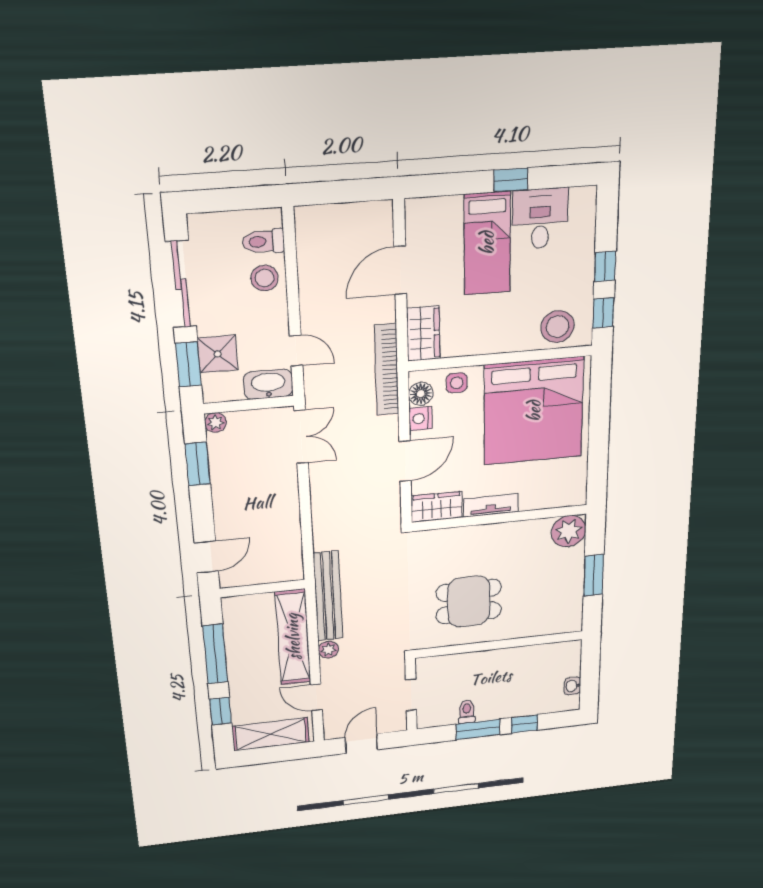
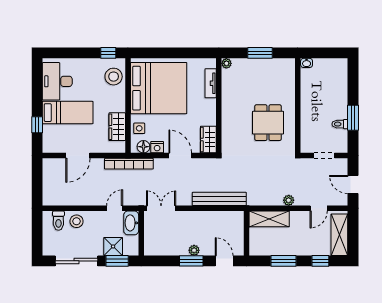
window: (511, 180) -> (37, 125), moved
desk: (540, 219) -> (57, 81), width x1.37
window: (605, 266) -> (84, 53), removed
door: (400, 270) -> (78, 156), hinge flipped
wardrobe: (423, 334) -> (117, 127), moved, turned -90
plant: (216, 422) -> (194, 250), moved
window: (198, 464) -> (191, 261), moved
tv unit: (491, 505) -> (211, 83), moved
plant: (569, 531) -> (226, 63), width x0.53, depth x0.53
bench: (328, 596) -> (219, 199), moved
shelving: (293, 637) -> (269, 219), width x0.68
window: (215, 654) -> (283, 261), width x0.69
washbasin: (572, 686) -> (307, 63), moved
window: (524, 724) -> (353, 91), removed

